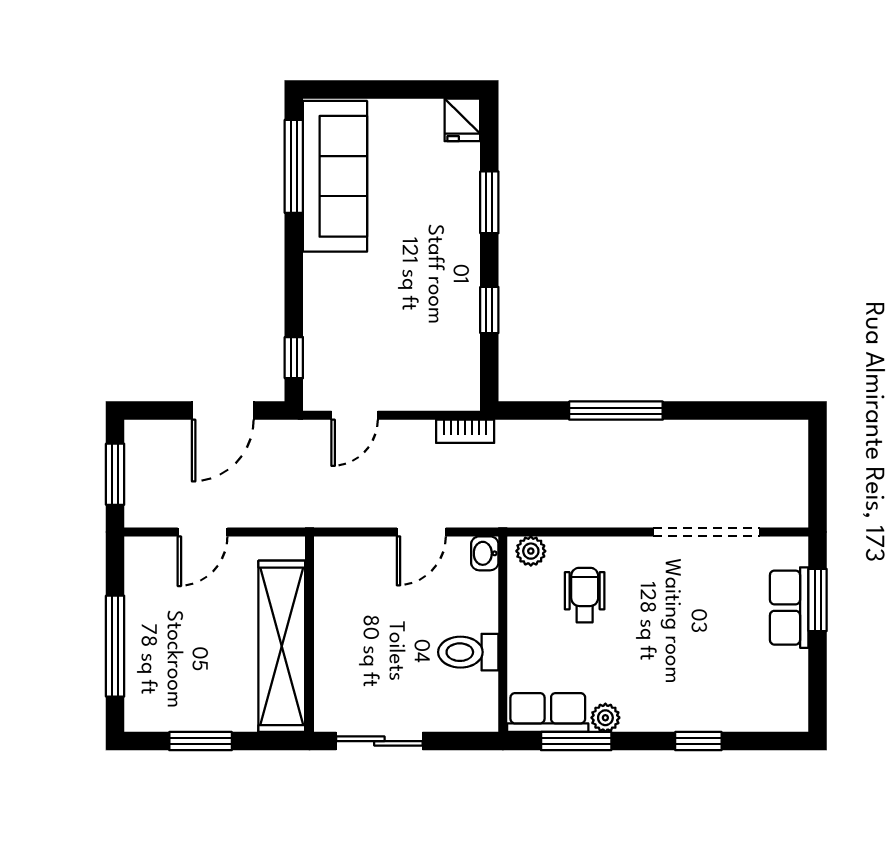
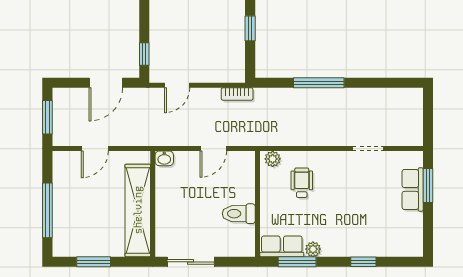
doorway: (707, 532) -> (368, 149), width x0.53
washbasin: (485, 553) -> (164, 158), moved, turned -90

